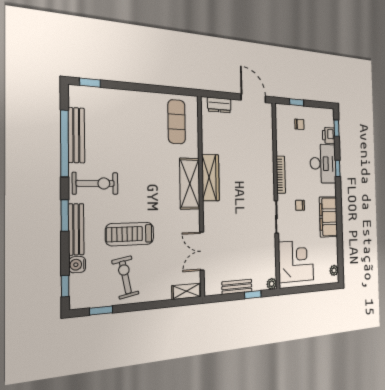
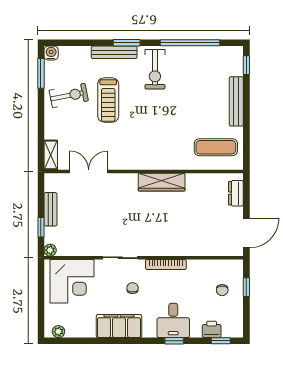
bench: (76, 135) -> (236, 101), moved, turned 90
desk: (323, 164) -> (173, 320), width x0.73
shelving: (190, 184) -> (155, 160), removed
treadmill: (130, 234) -> (108, 100), turned 180
water cooler: (77, 265) -> (51, 53), moved
window: (65, 286) -> (65, 43), removed
window: (101, 310) -> (41, 73), width x1.50

